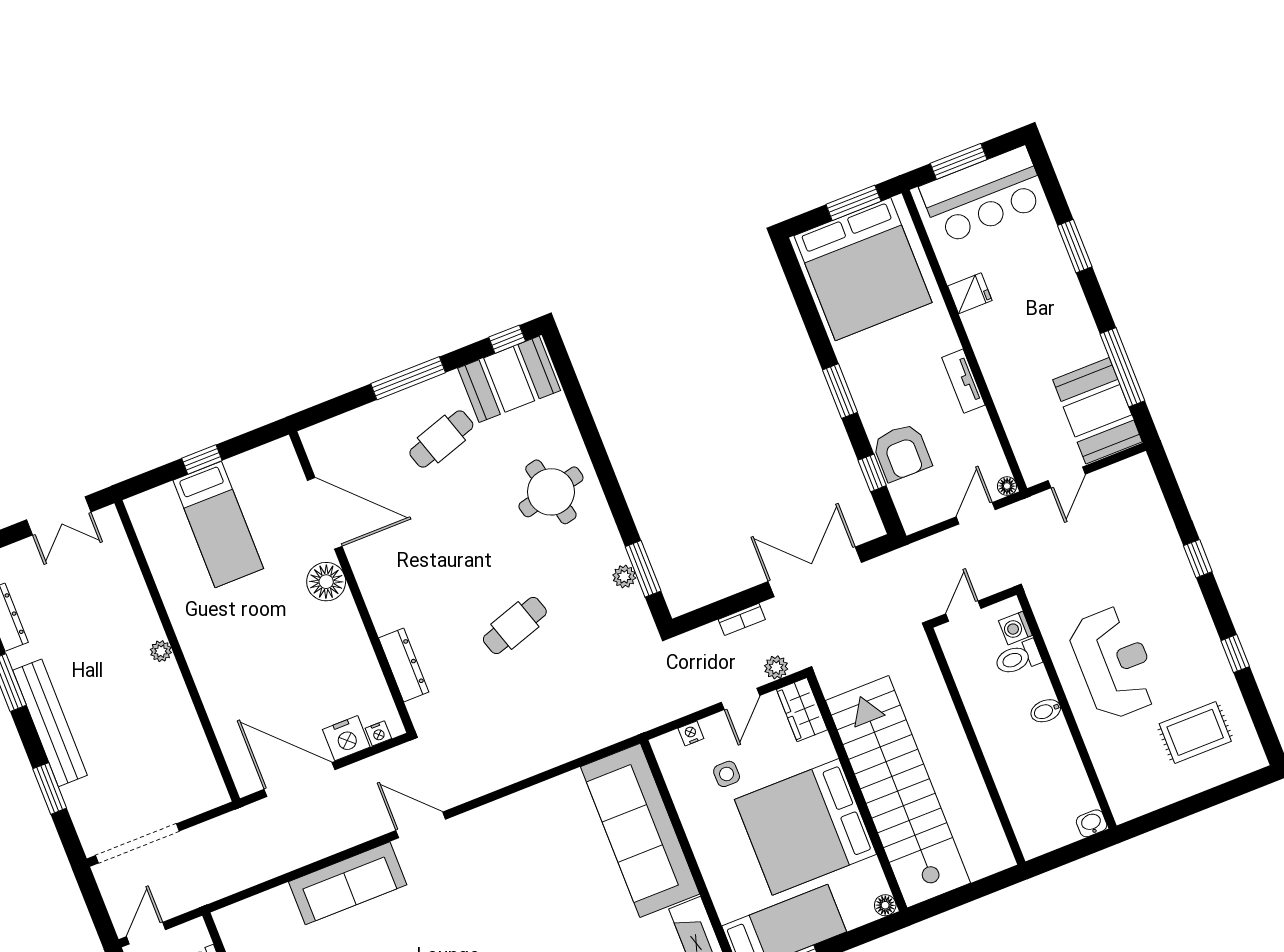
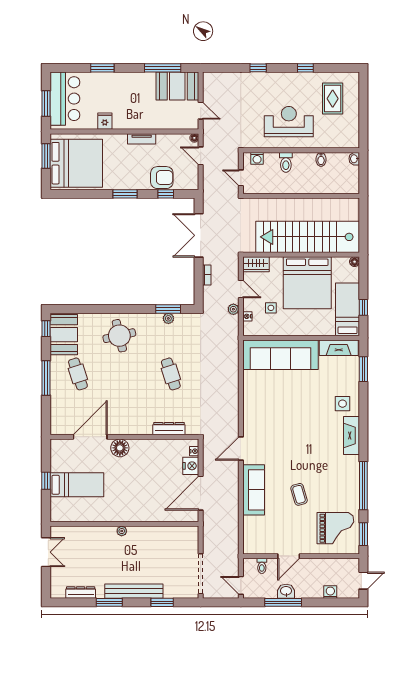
toilet: (1018, 658) -> (286, 162), moved
plant: (776, 667) -> (233, 309), moved
bidet: (1046, 711) -> (321, 159), moved

